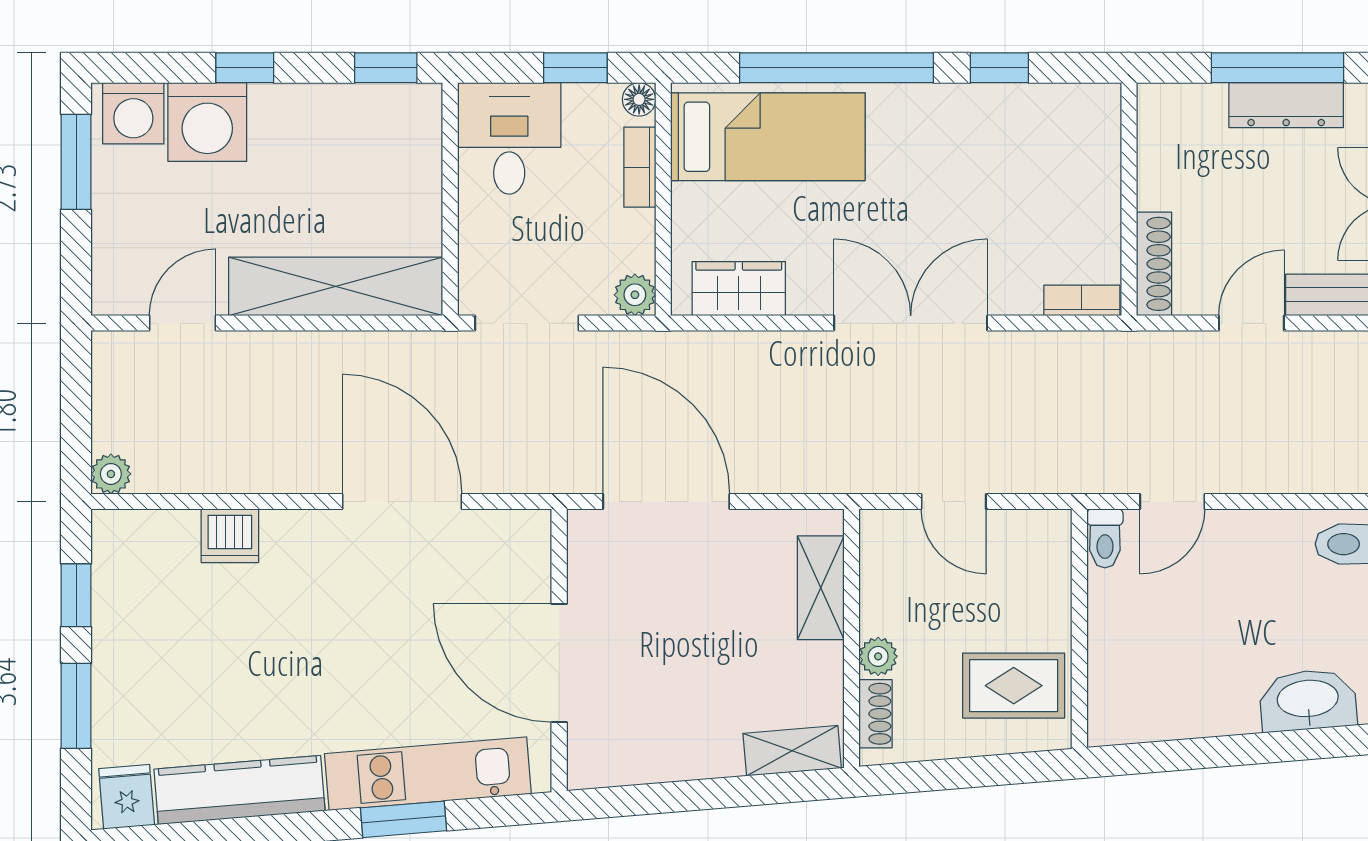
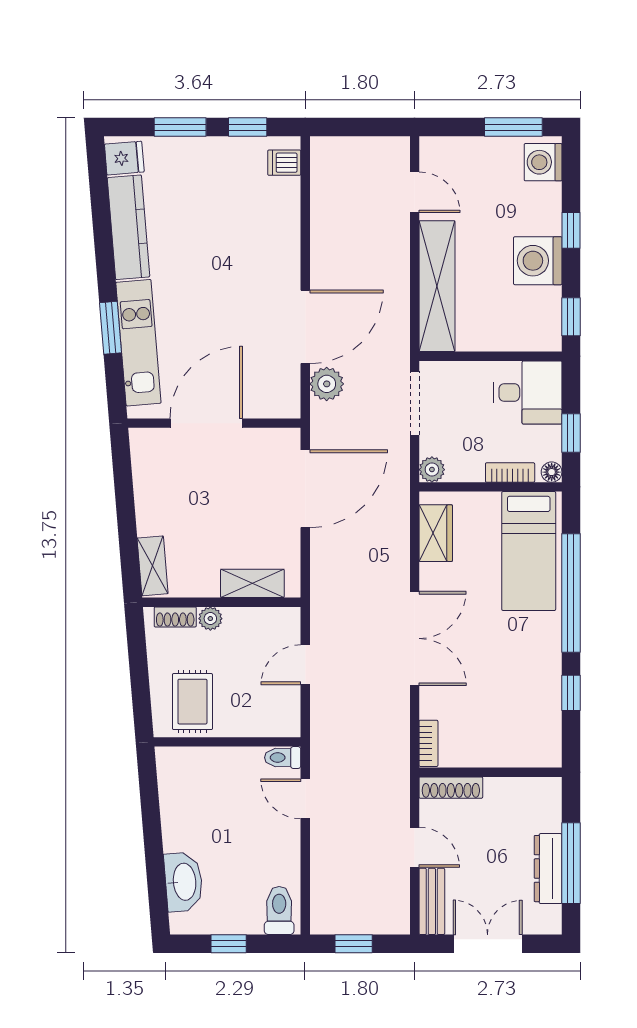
washing machine: (207, 122) -> (538, 261), moved
plant: (111, 474) -> (327, 384), moved, width x1.38, depth x1.38
dishwasher: (230, 536) -> (284, 163), moved, width x0.73

